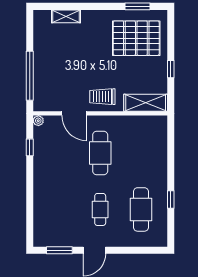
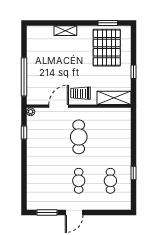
shelving: (66, 16) -> (65, 31), moved
pallet: (136, 38) -> (107, 48), turned 90
door: (74, 113) -> (59, 106), swing flipped
cafe table: (141, 209) -> (110, 181), width x0.73, depth x0.74

